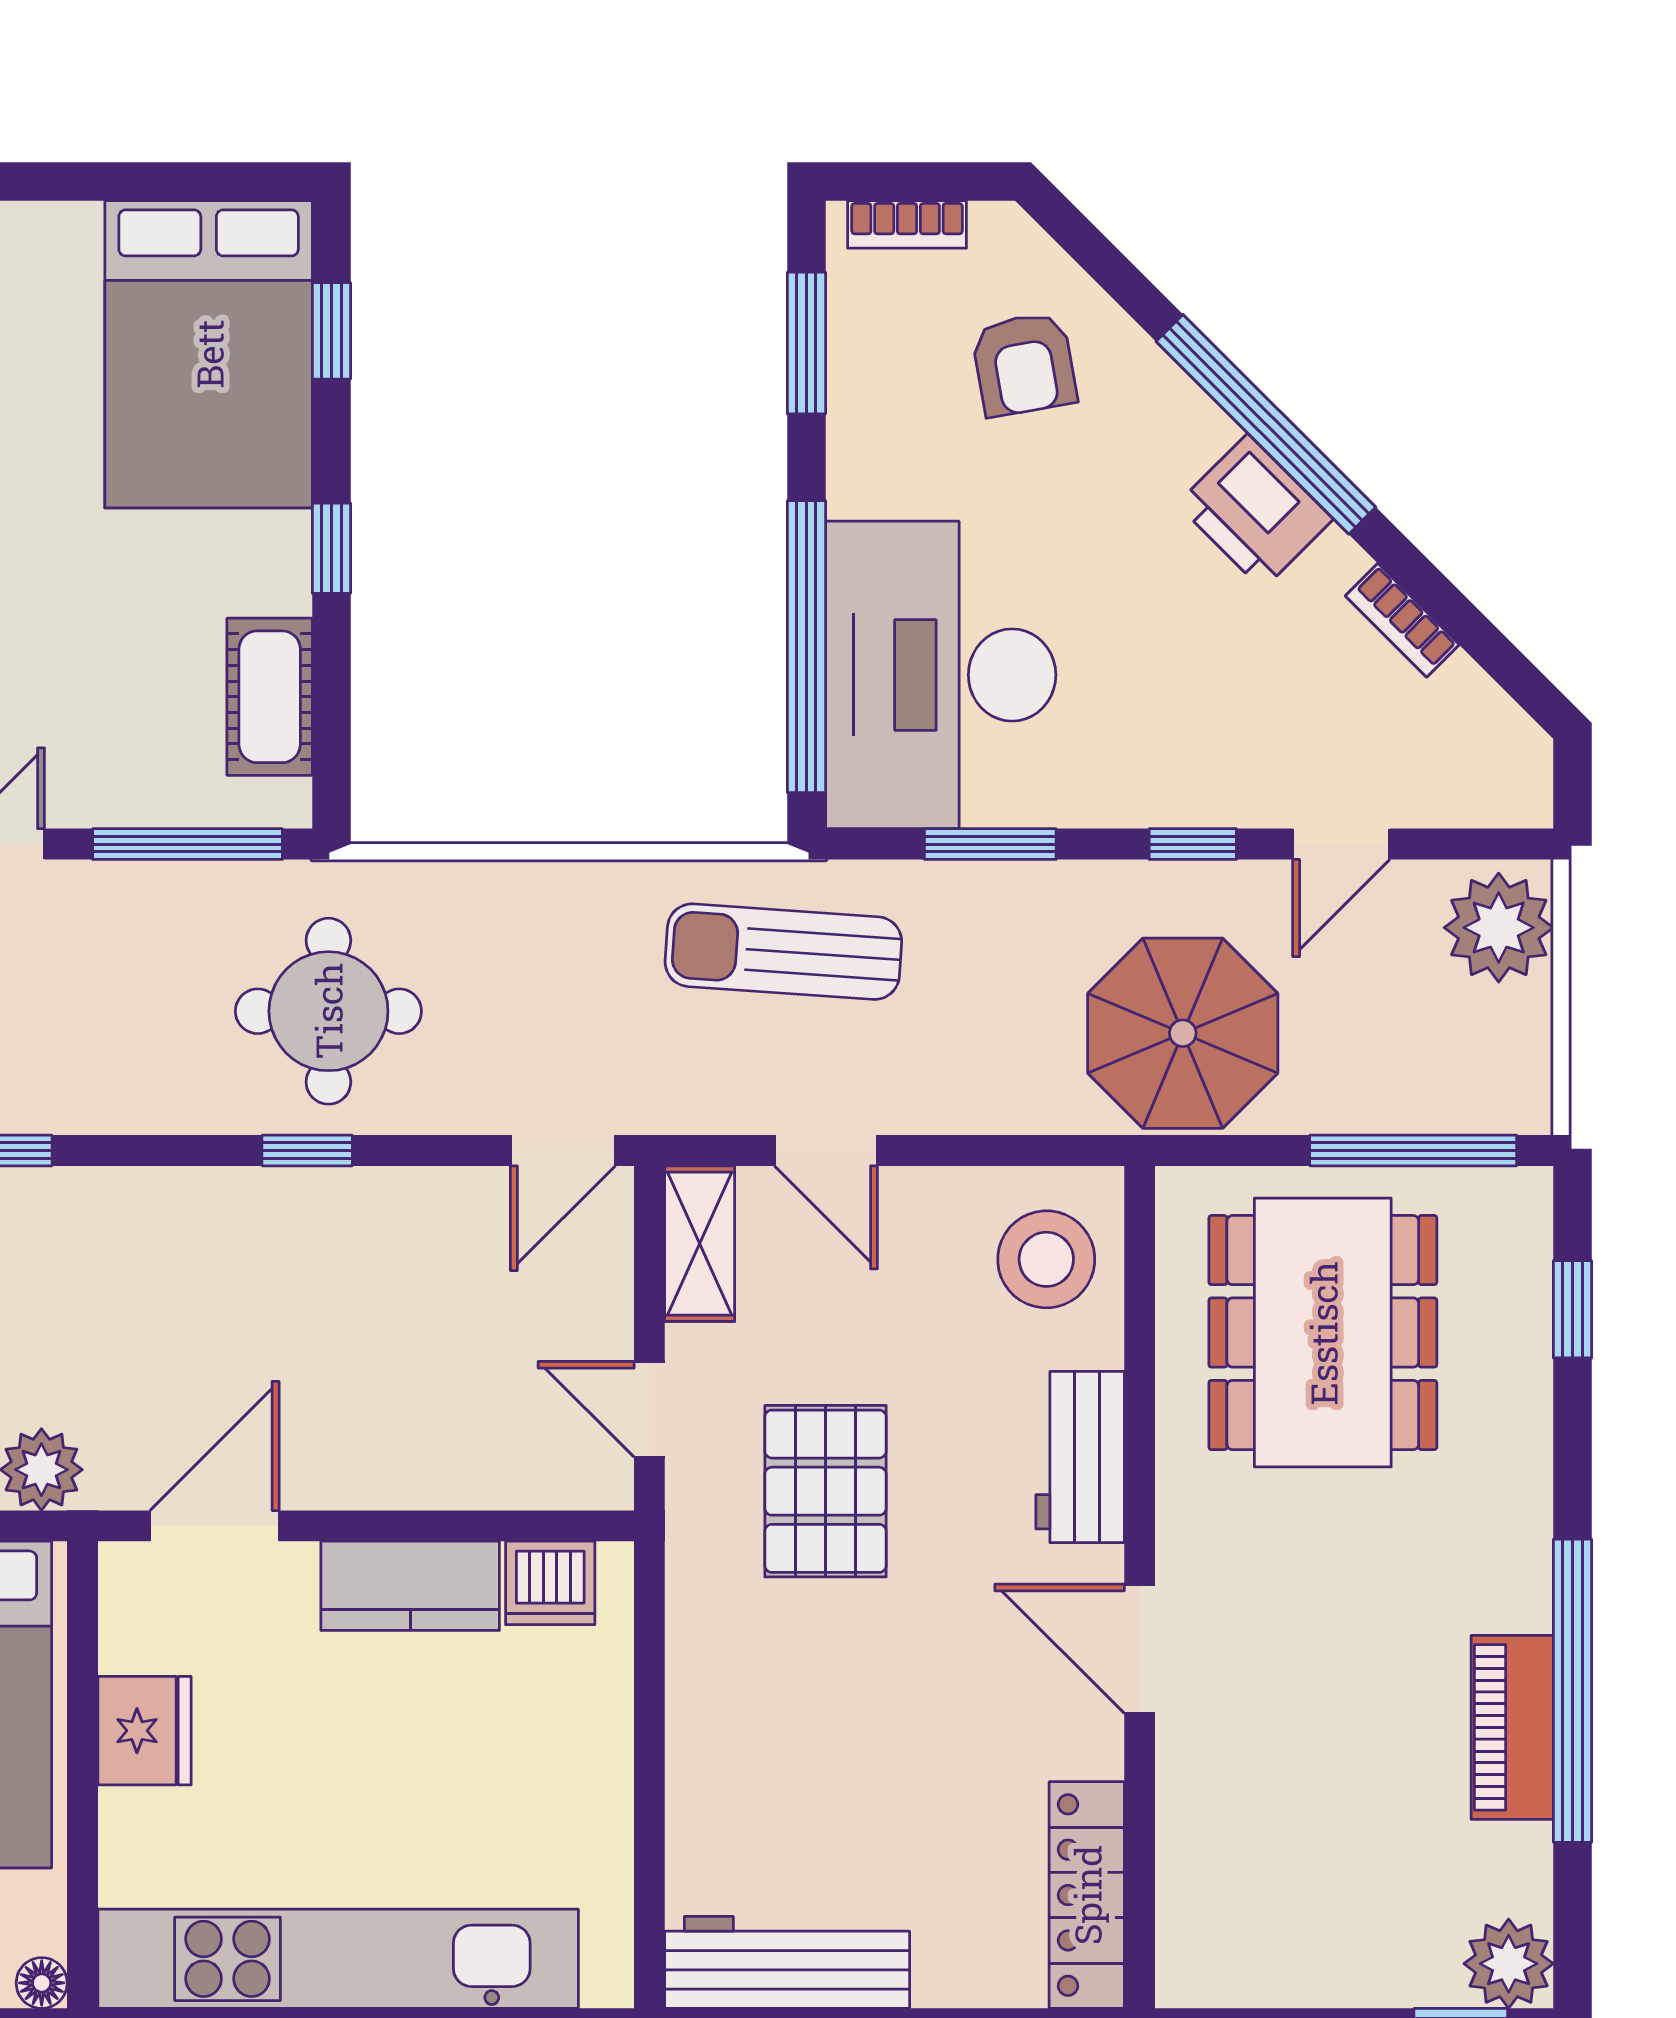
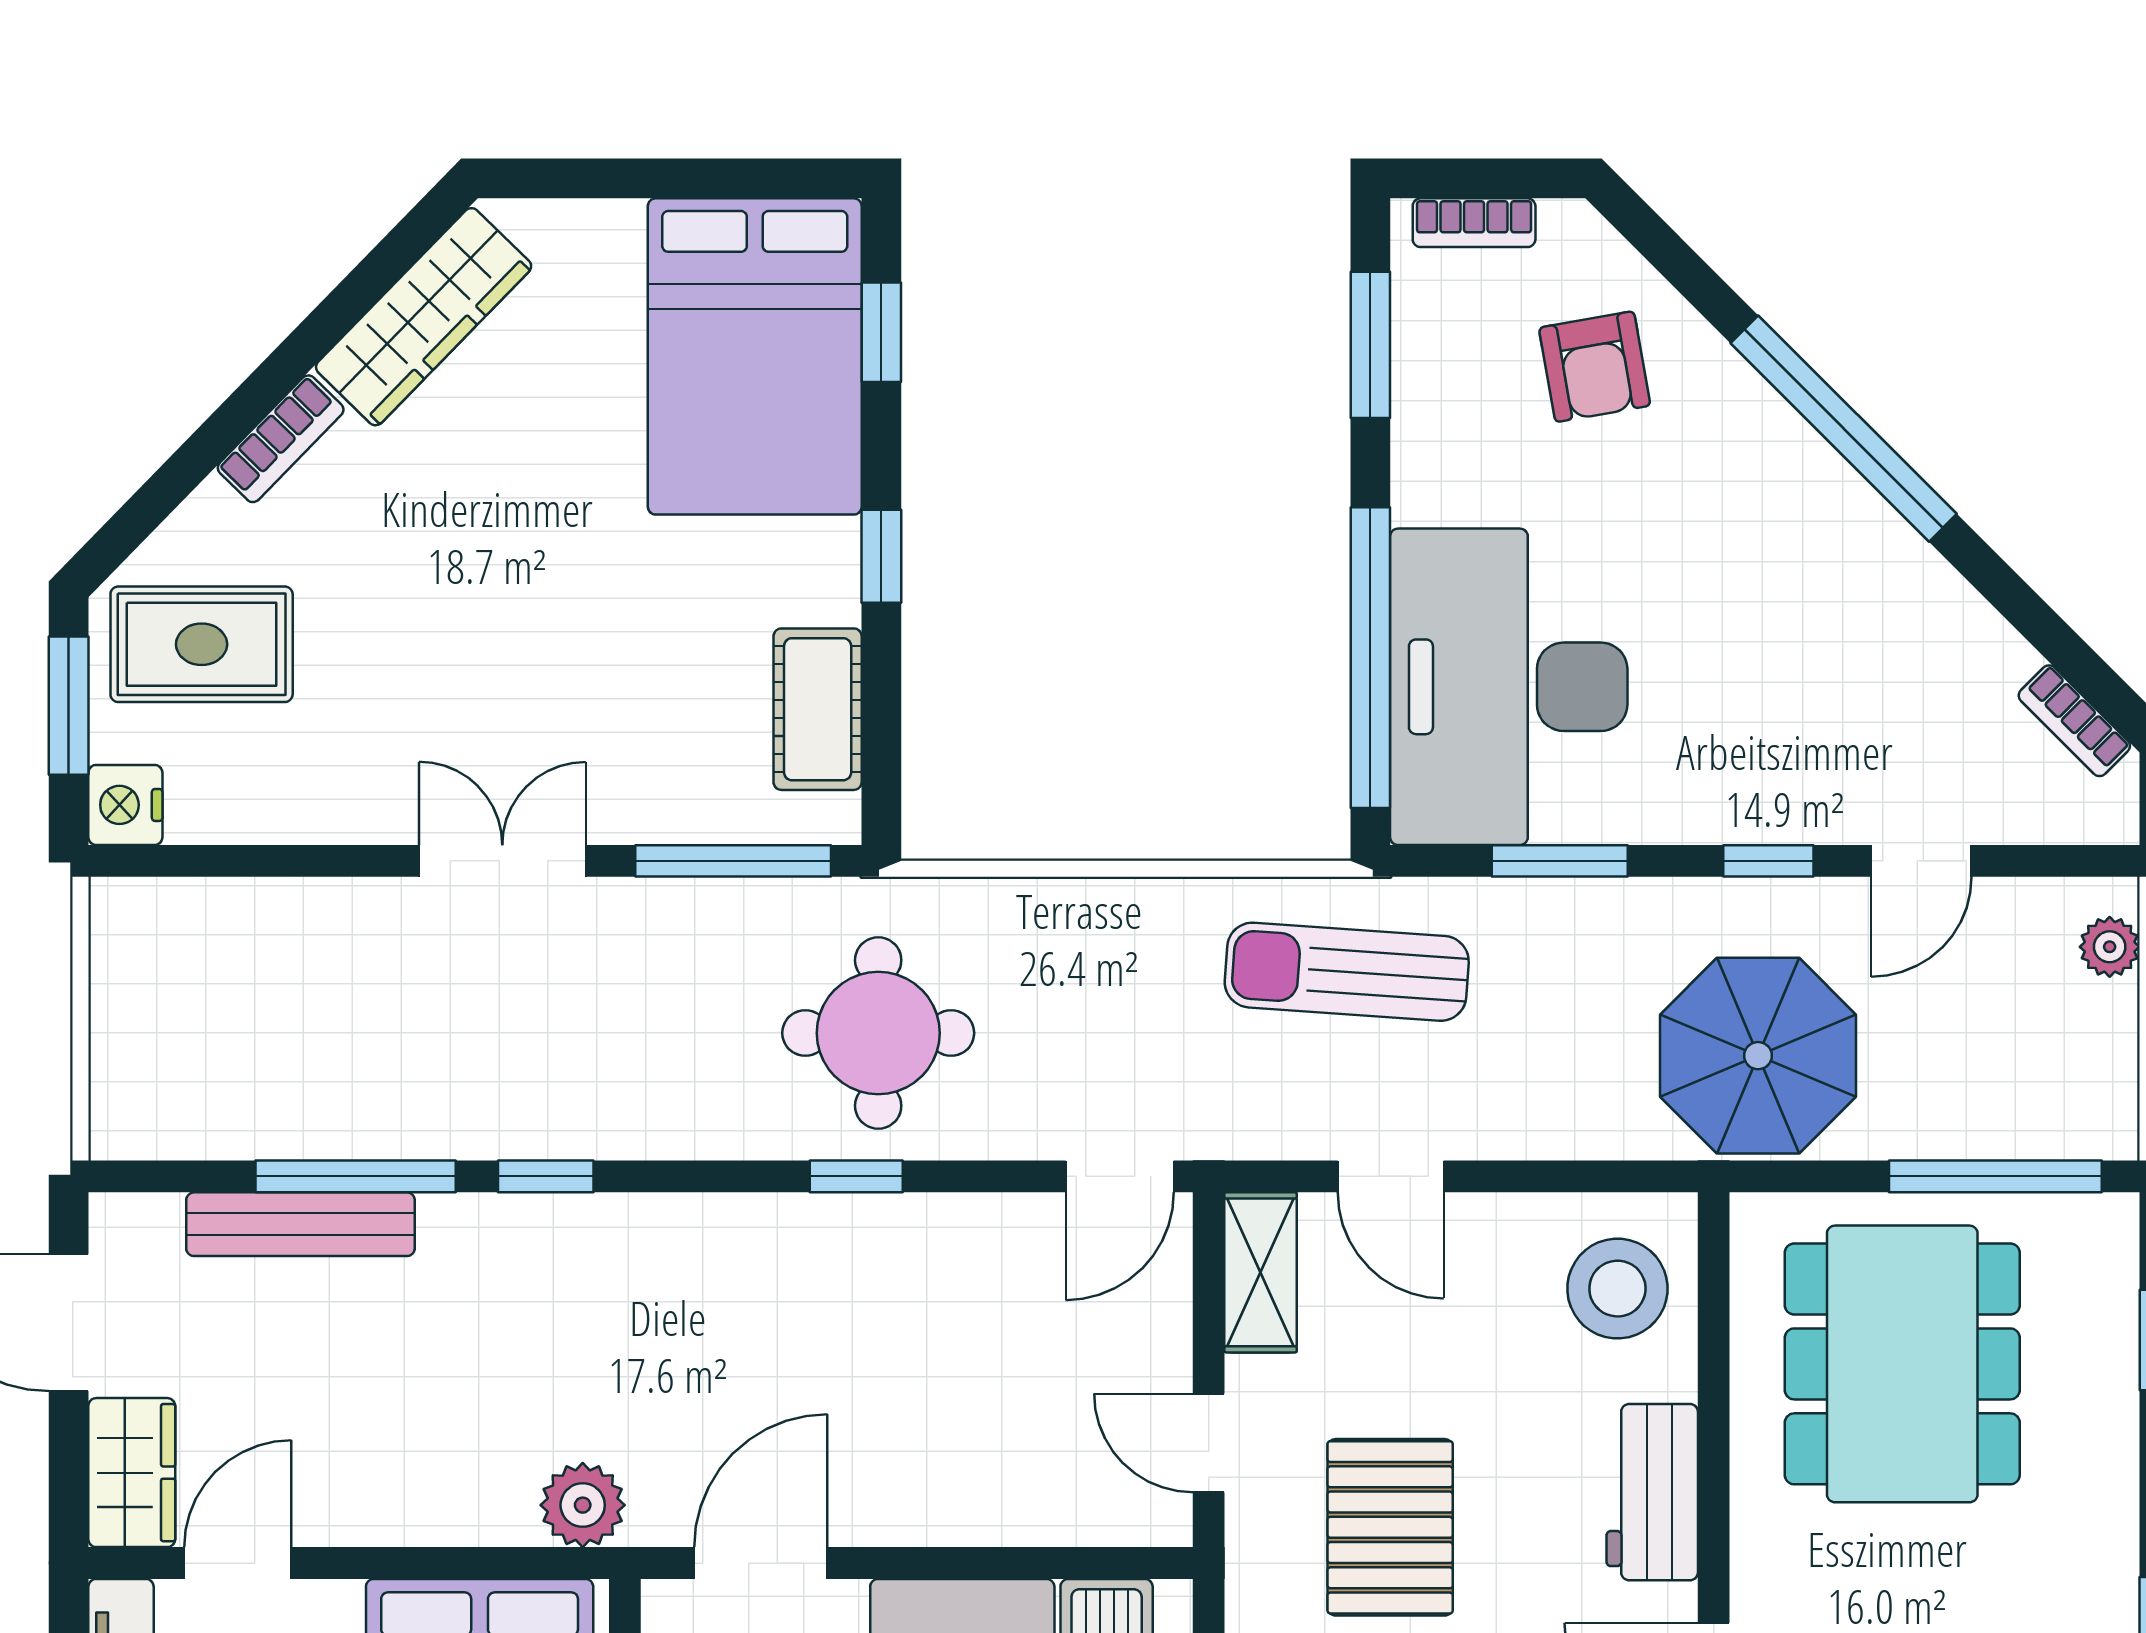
printer: (1255, 512) -> (1832, 519), removed
bookcase: (1402, 620) -> (2074, 721), moved
plant: (1499, 928) -> (2110, 947), width x0.53, depth x0.53

